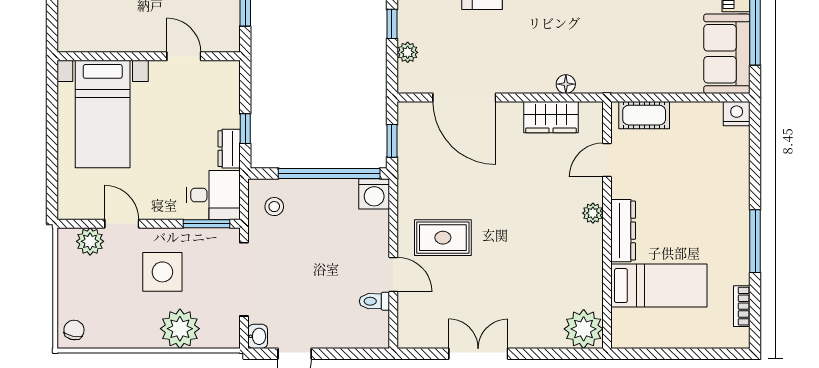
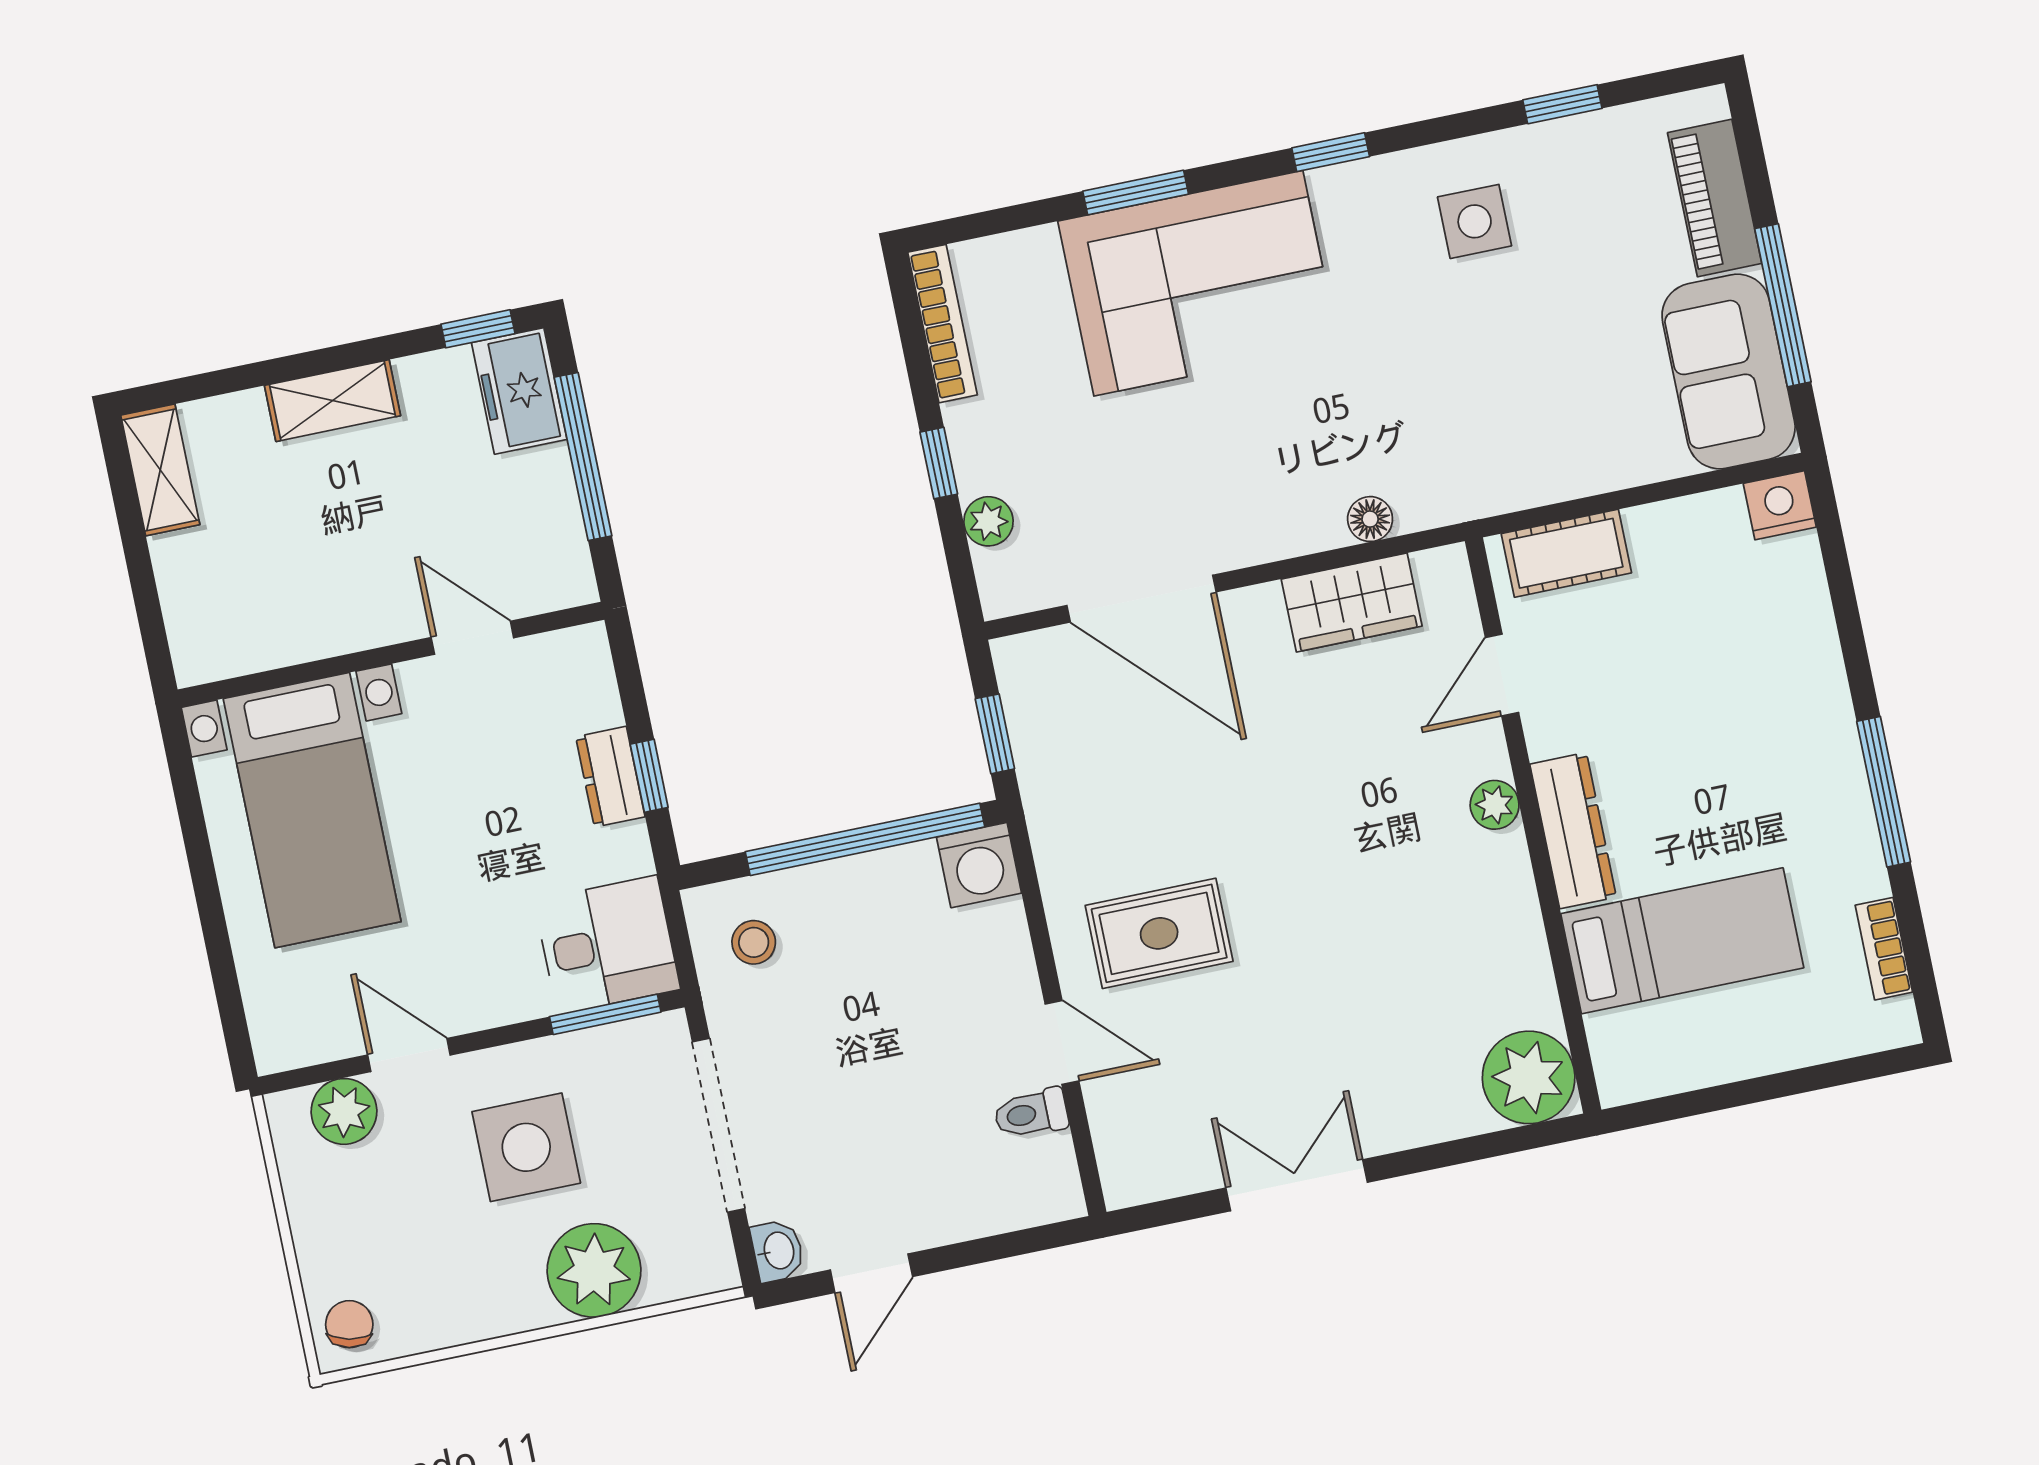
dresser: (229, 149) -> (610, 777), moved

